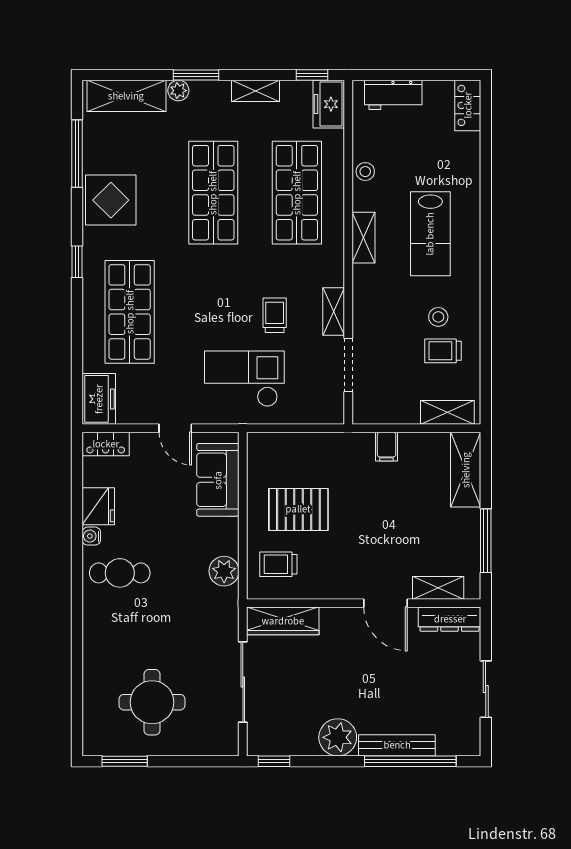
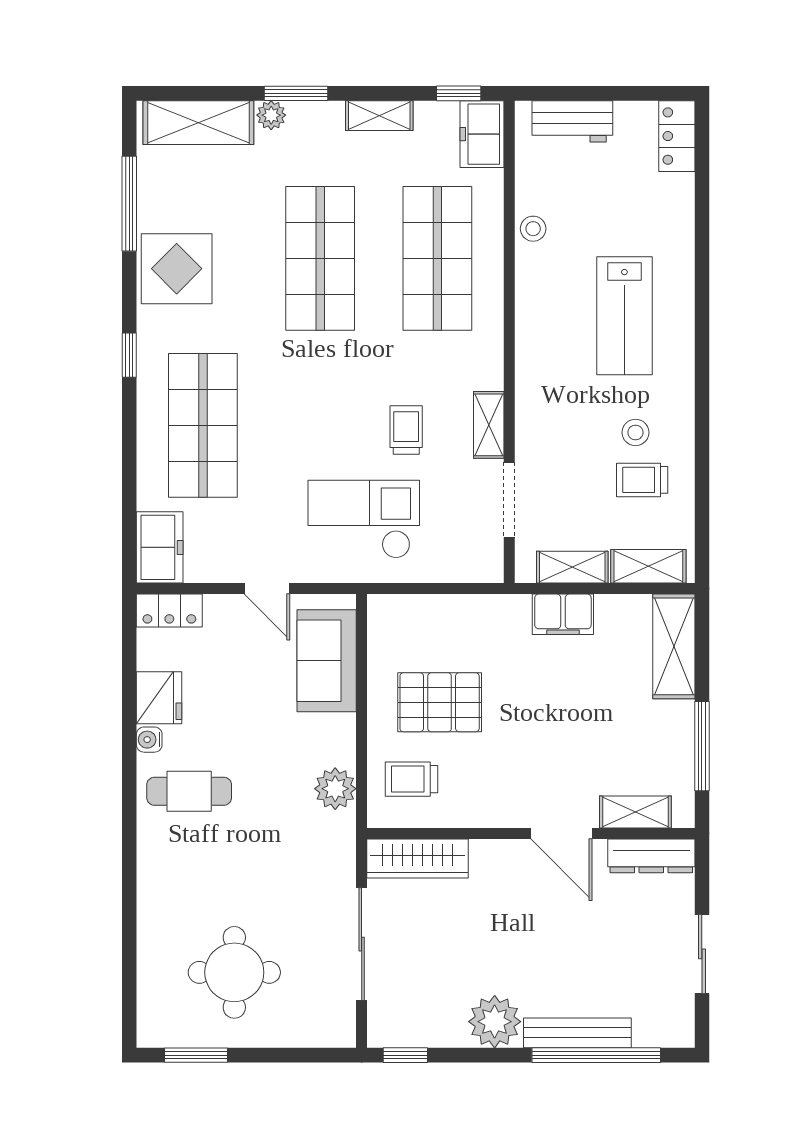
shelving: (364, 238) -> (572, 567), moved, turned 90
filing cabinet: (387, 447) -> (563, 614), width x2.00

